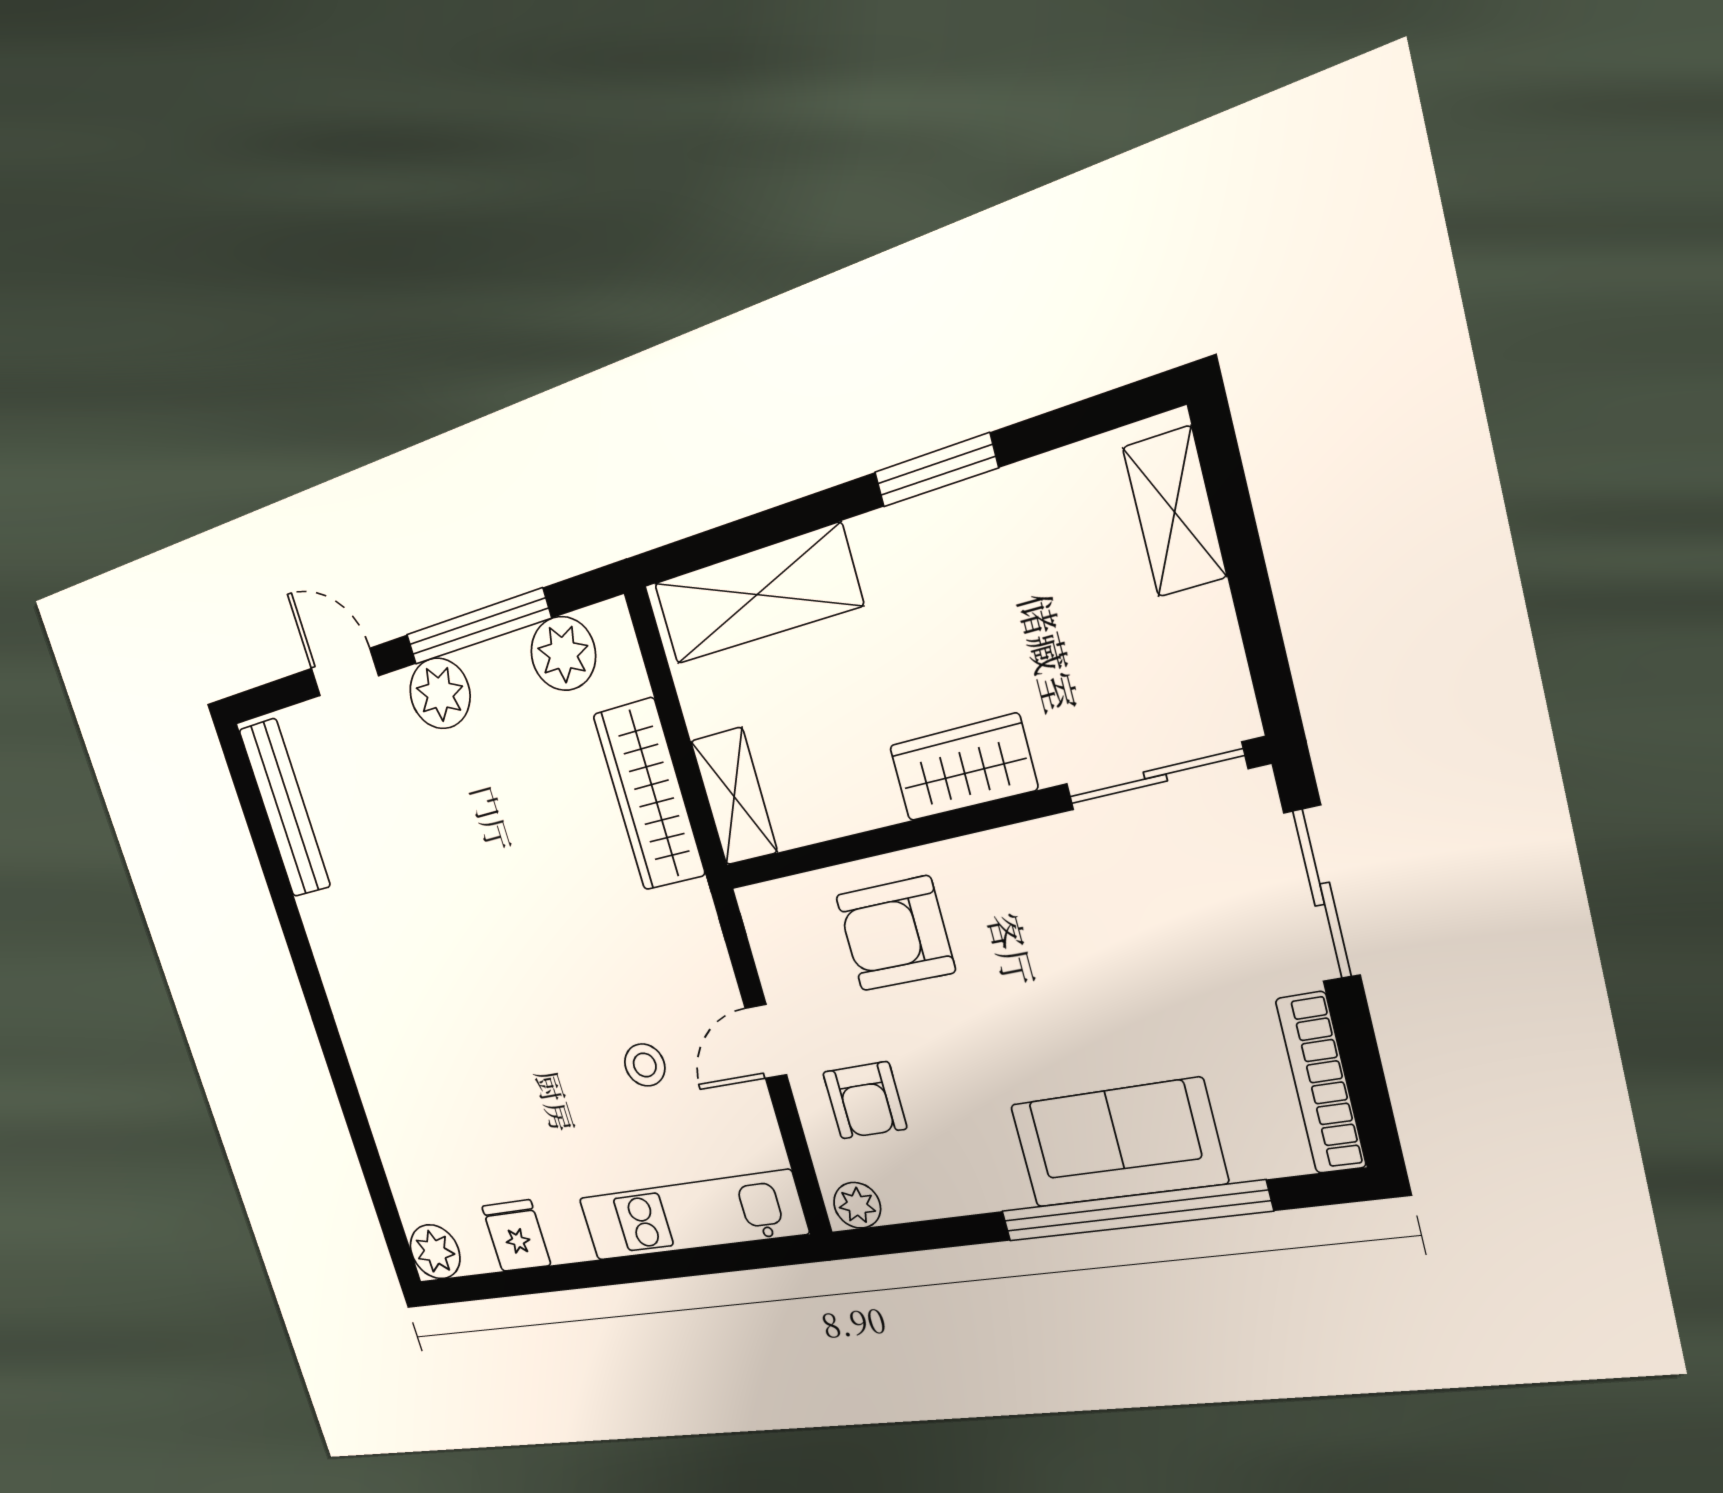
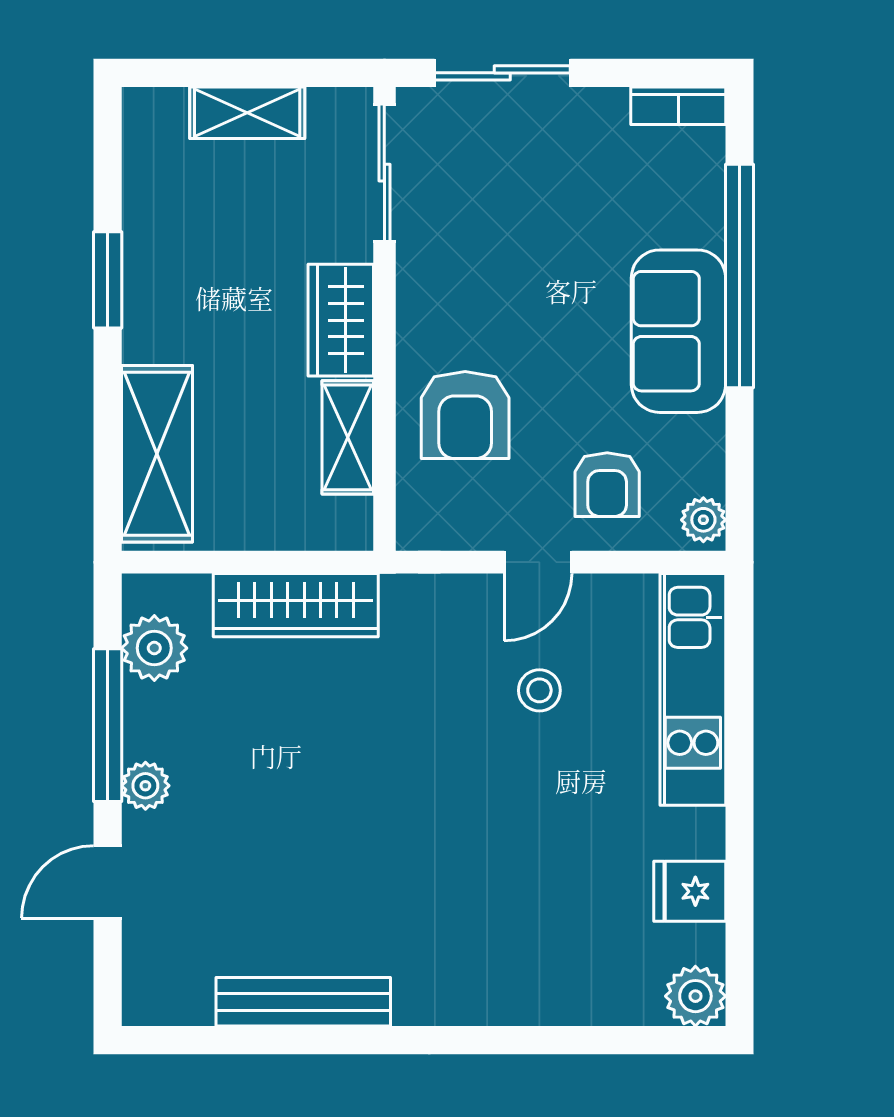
shelving: (1175, 512) -> (247, 113), moved
plant: (440, 693) -> (145, 786), width x0.73, depth x0.73
shelving: (734, 797) -> (348, 437), moved, turned 90
bench: (285, 808) -> (303, 1002), moved
door: (766, 1041) -> (538, 562), hinge flipped
bookcase: (1321, 1083) -> (678, 106), width x0.64
armchair: (865, 1100) -> (607, 485), turned 90
sofa: (1118, 1143) -> (678, 331), moved

